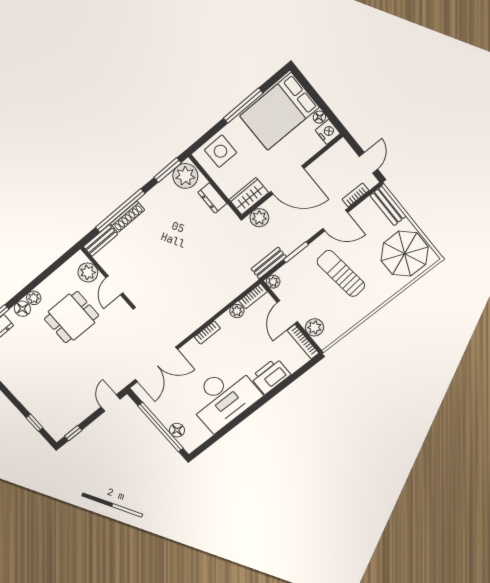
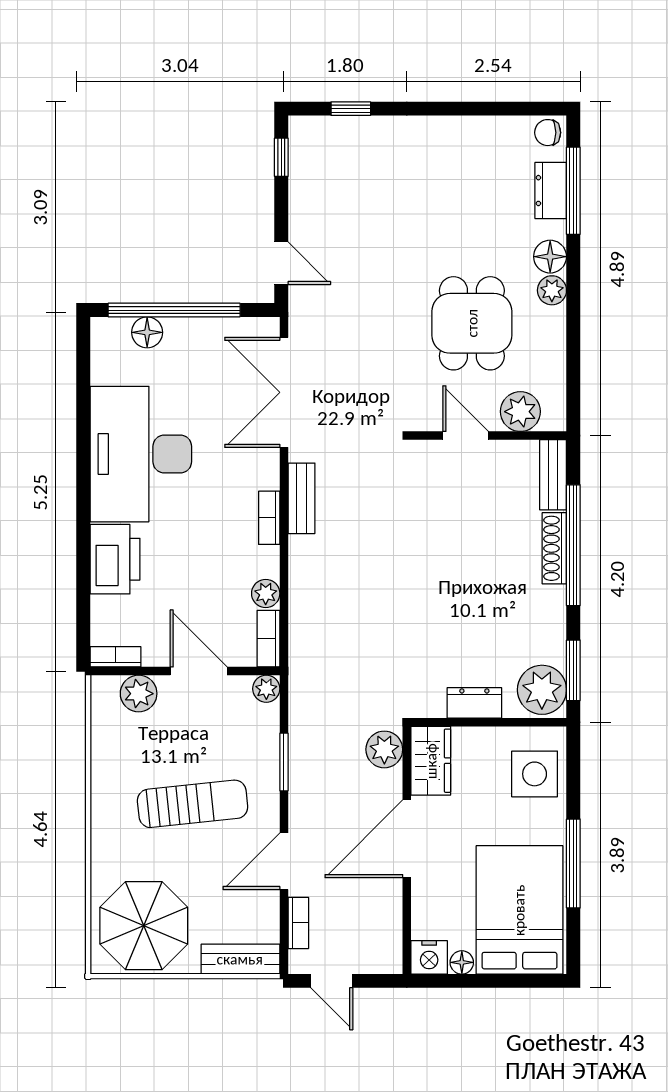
bench: (269, 263) -> (301, 498), moved
bookcase: (303, 342) -> (115, 657), width x0.64

